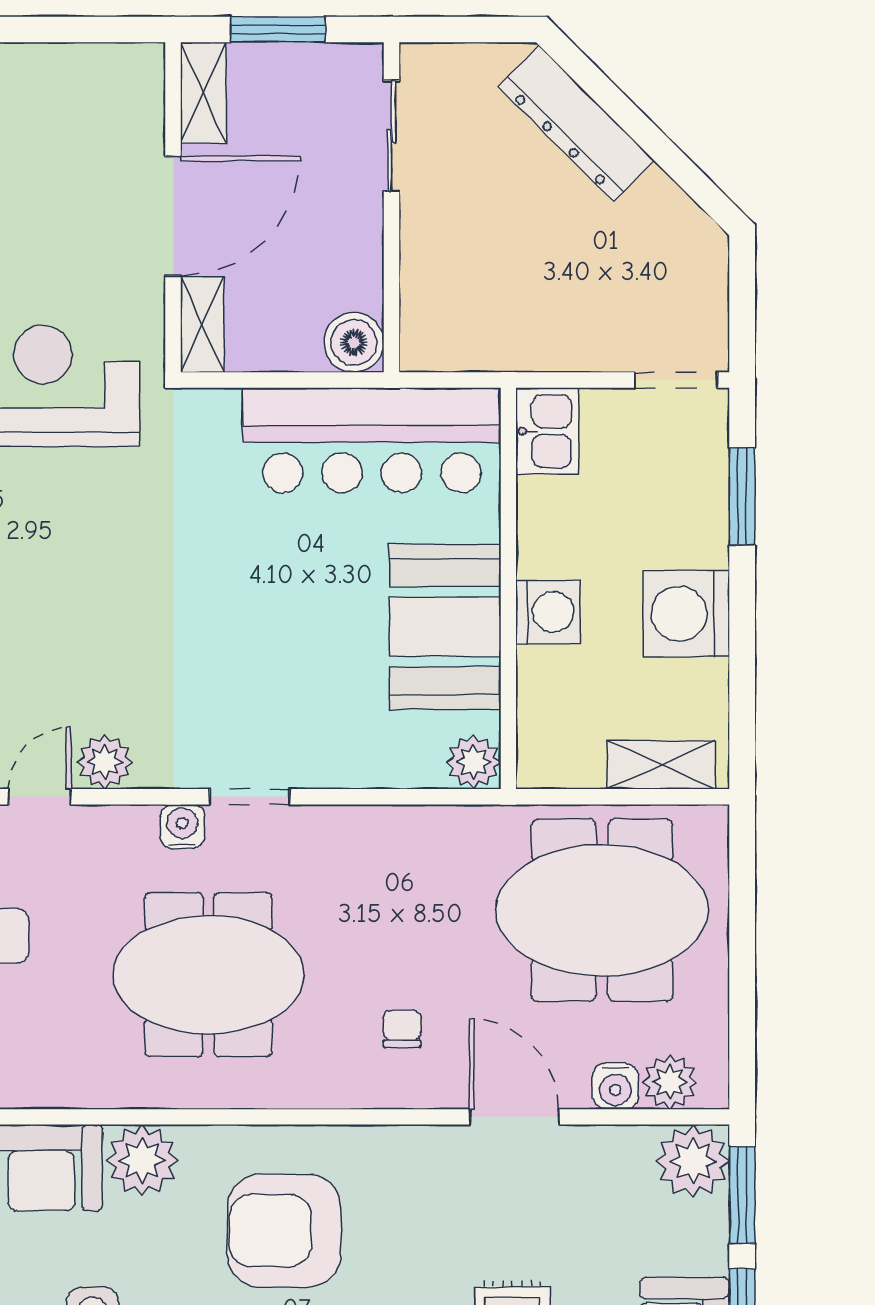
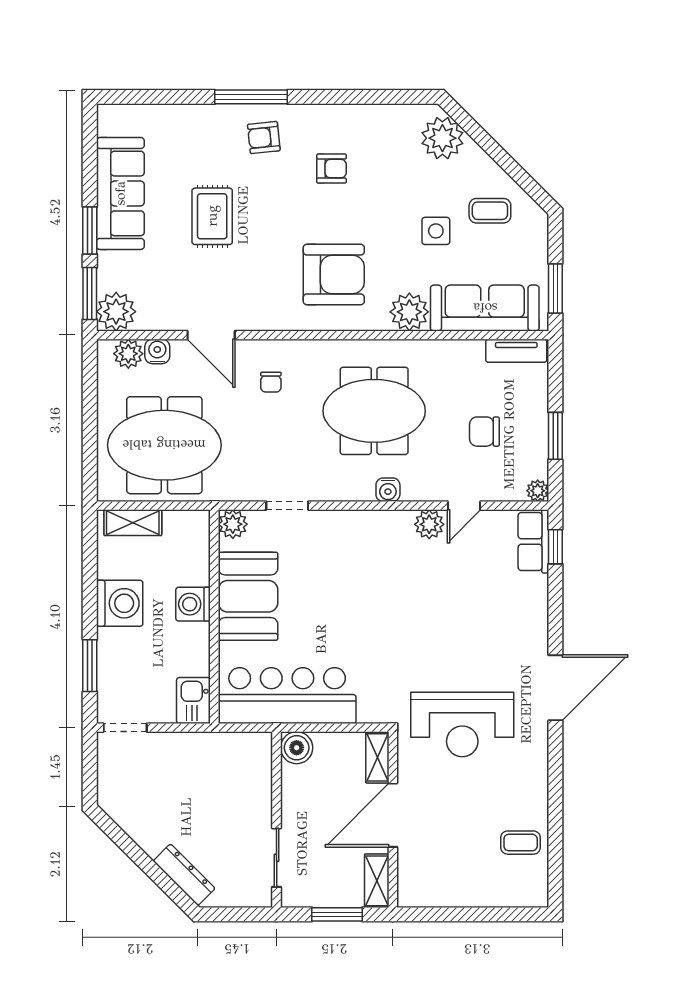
dresser: (576, 124) -> (184, 875), width x0.73, depth x0.80
doorway: (250, 797) -> (287, 506), moved

